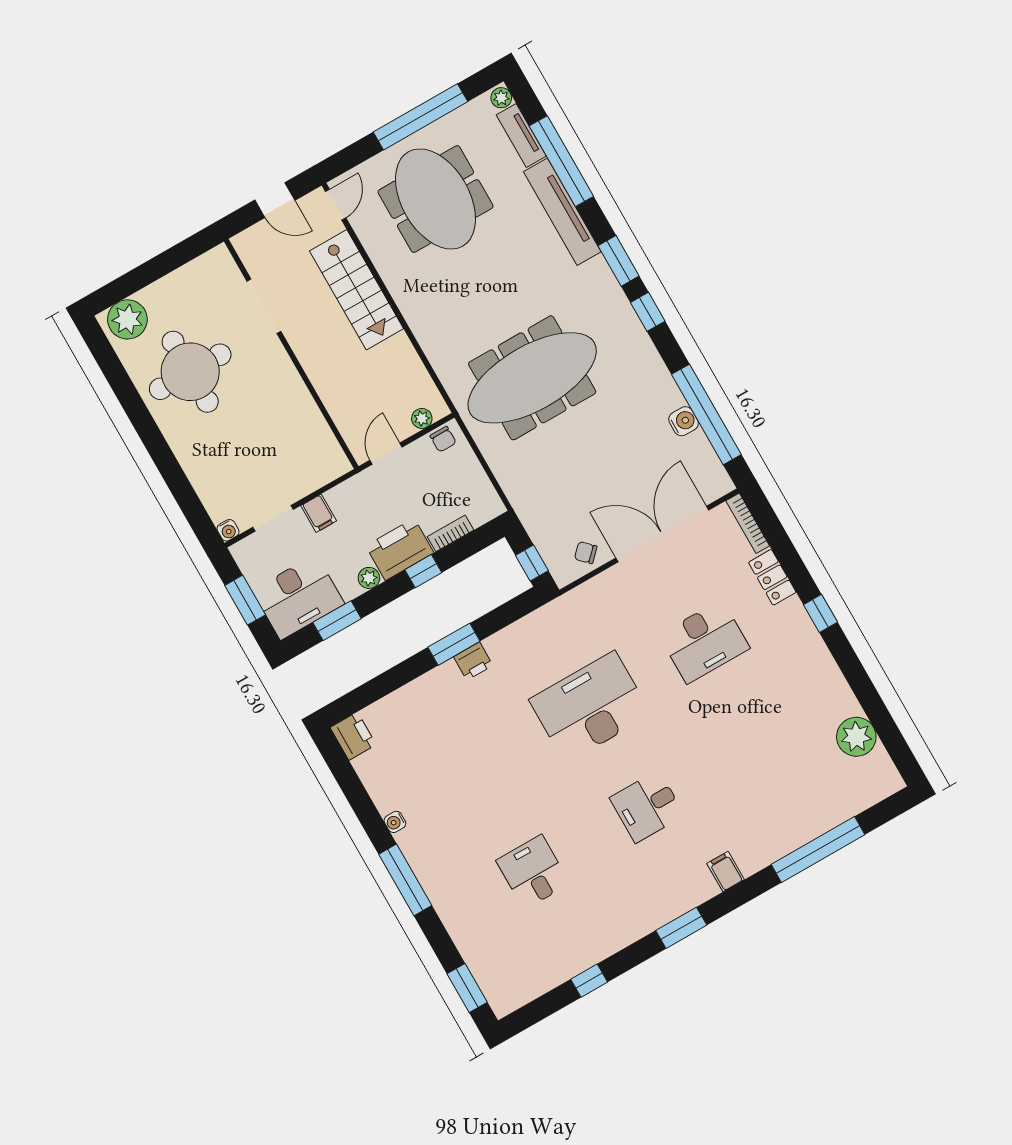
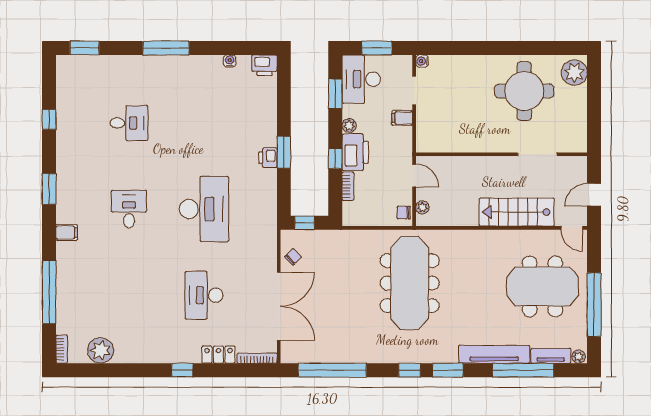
water cooler: (684, 421) -> (336, 355), removed
bookcase: (884, 790) -> (62, 349), added
water cooler: (395, 822) -> (230, 61), moved

